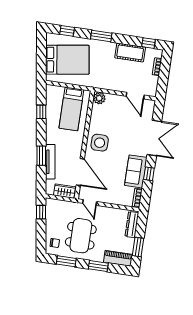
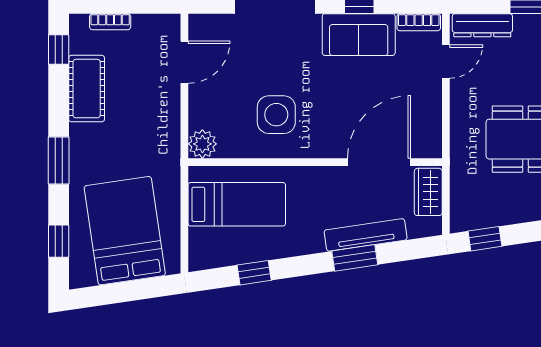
side table: (100, 143) -> (276, 115), moved
door: (90, 202) -> (446, 62), moved

